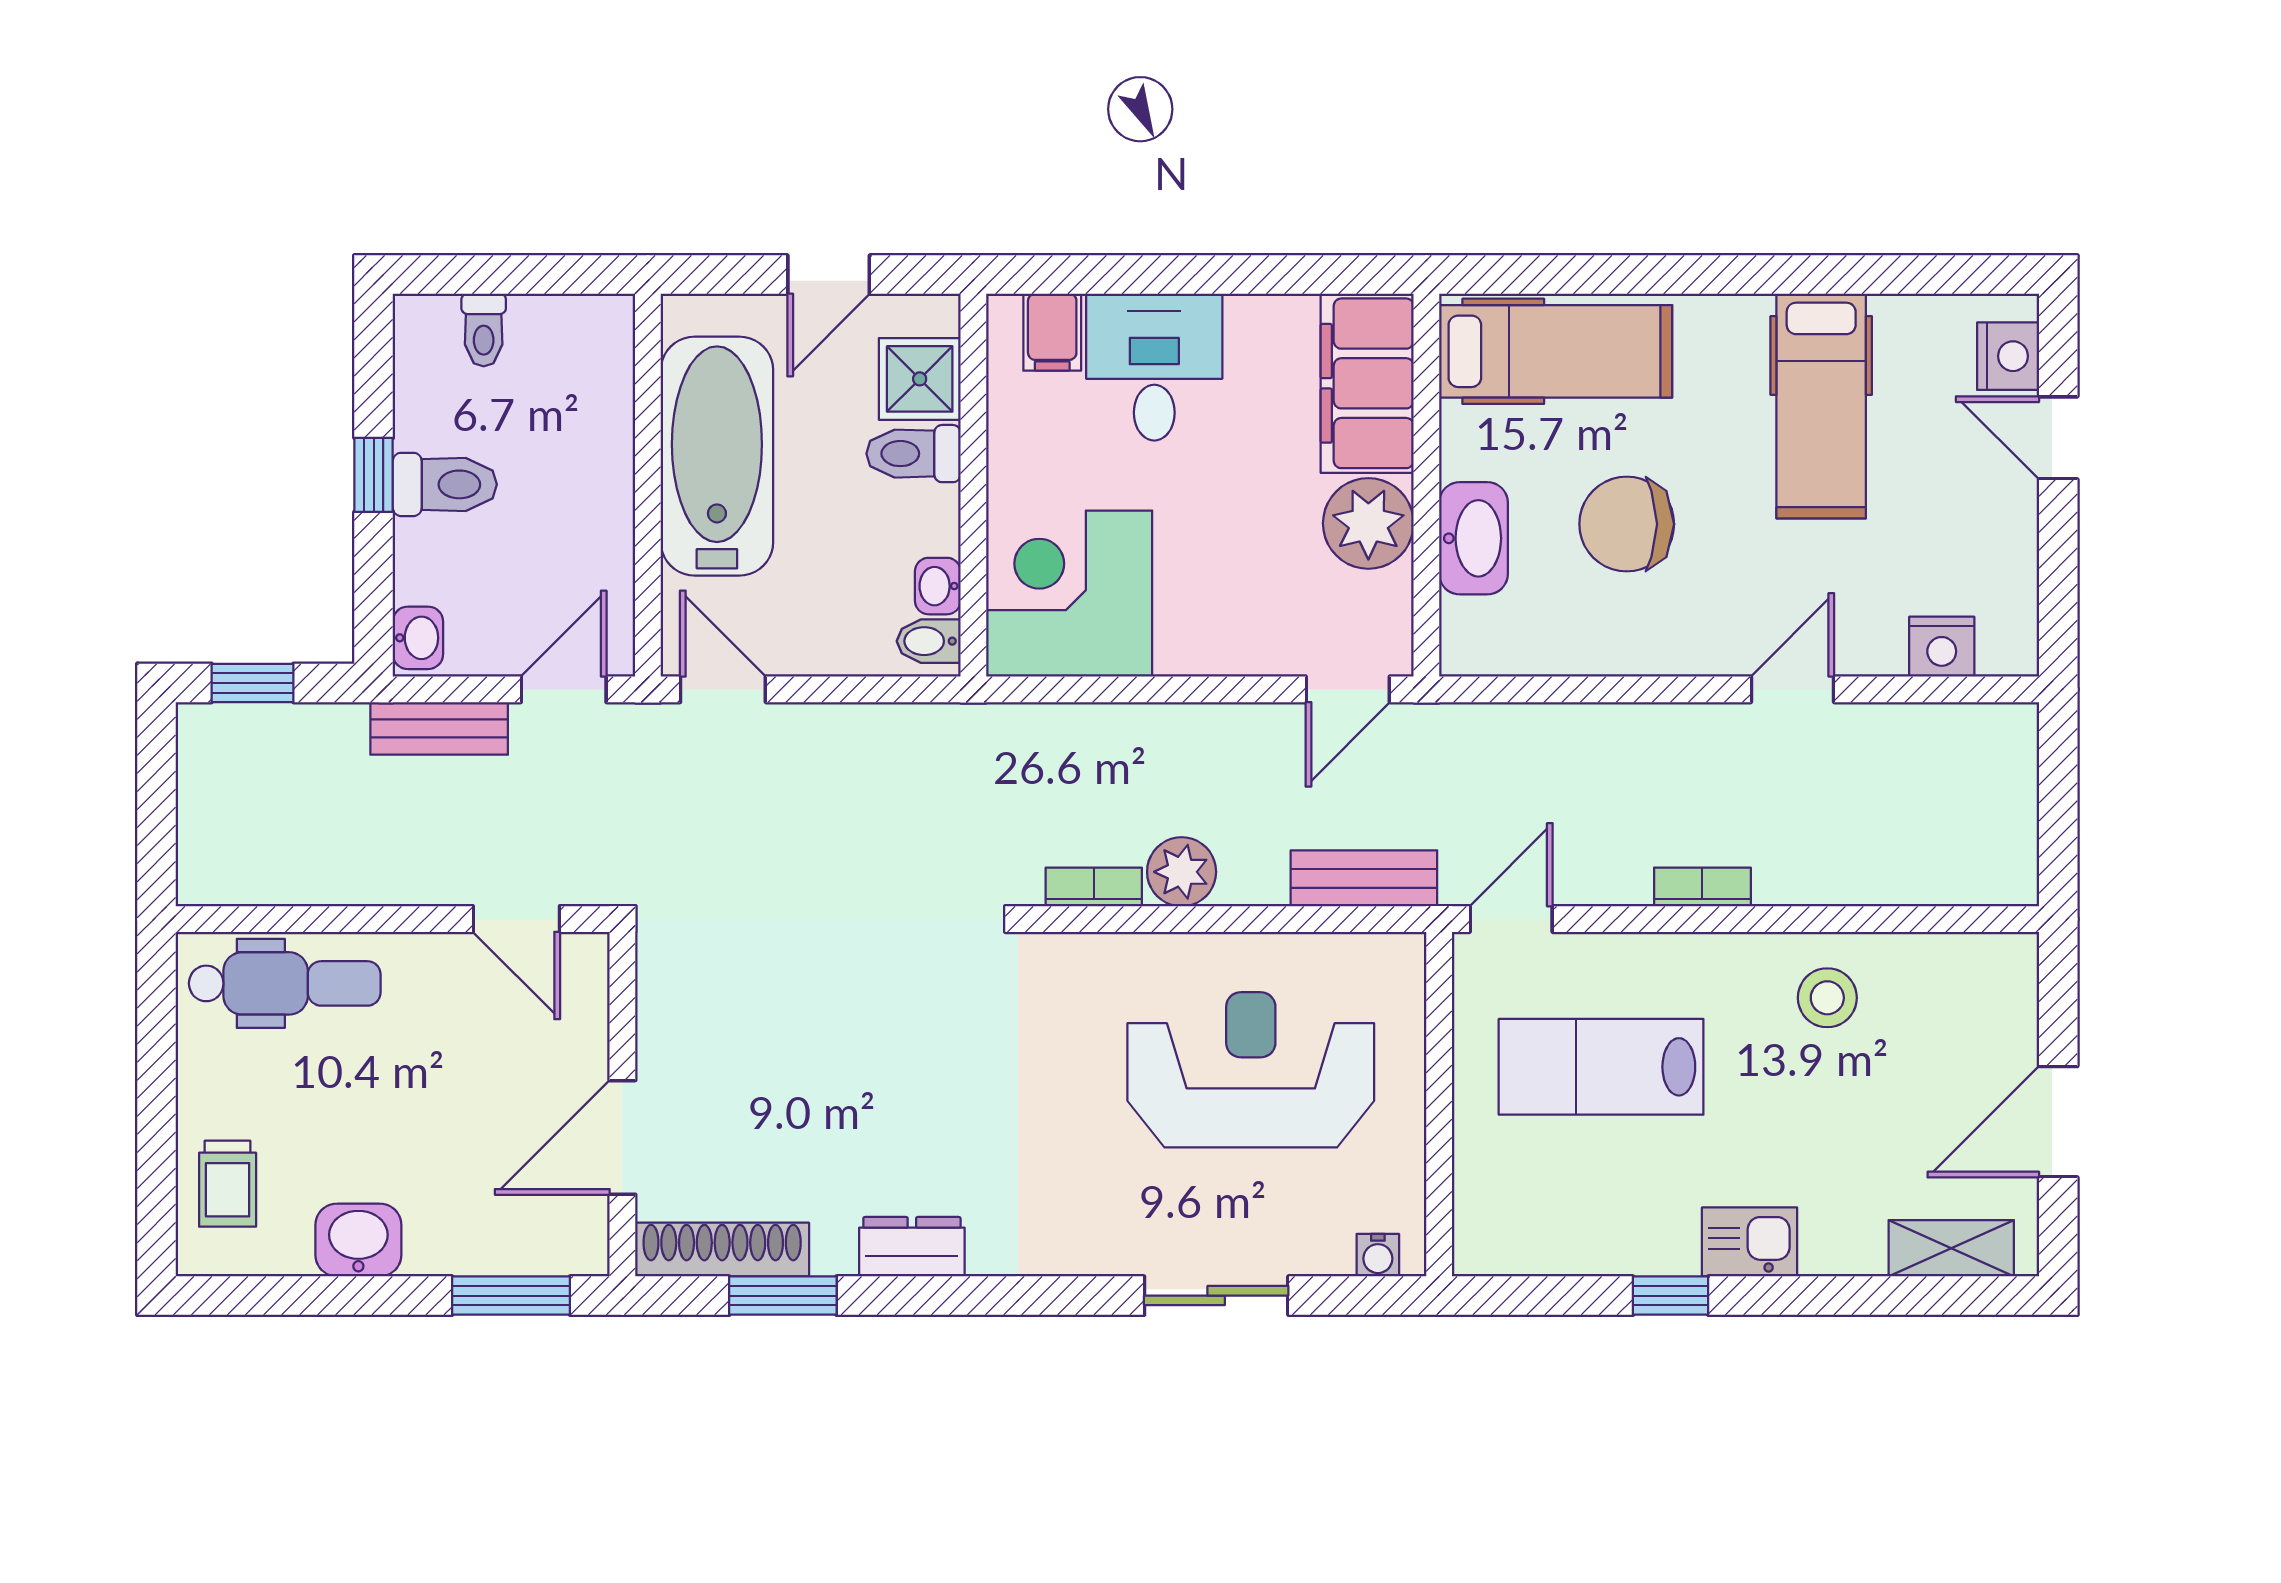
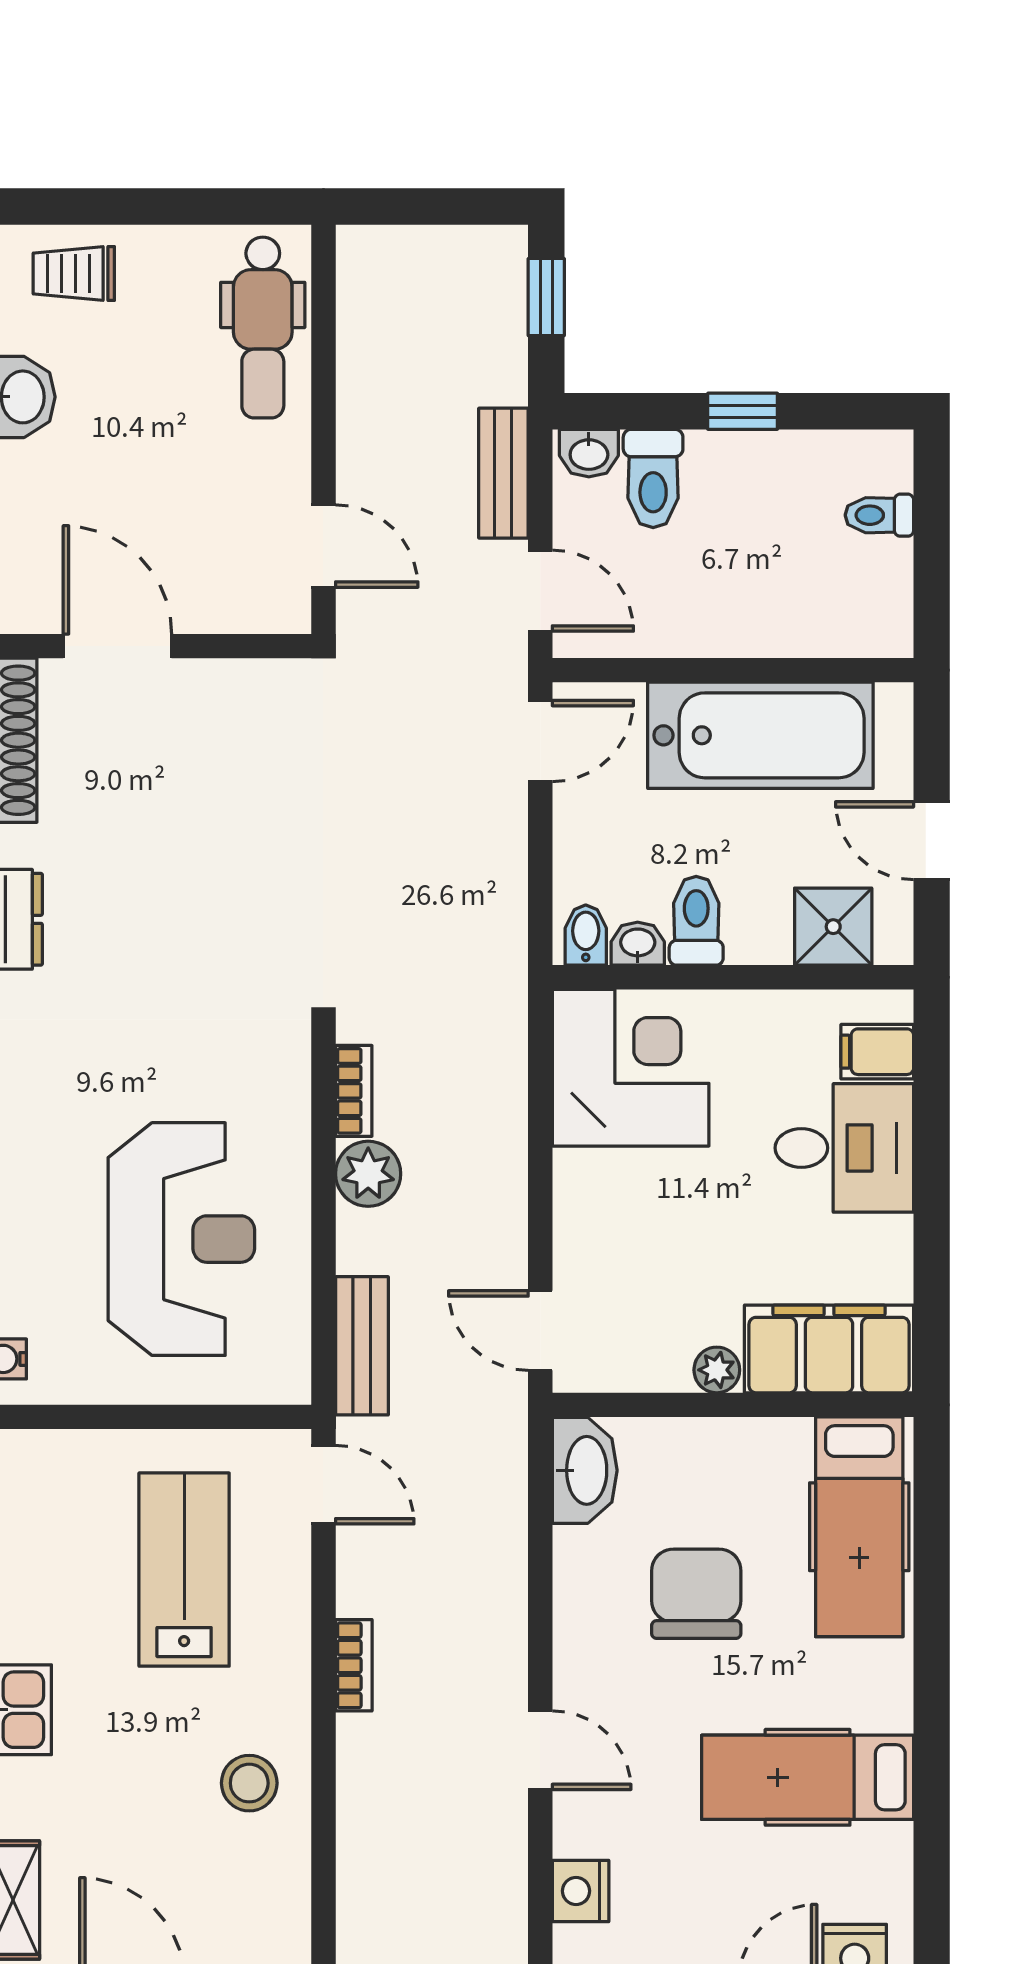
toilet: (913, 454) -> (696, 921), moved
toilet: (445, 484) -> (653, 478), moved
plant: (1368, 523) -> (717, 1370), width x0.53, depth x0.53
washbasin: (1474, 538) -> (585, 1470), moved, turned -90
door: (516, 919) -> (323, 546), swing flipped

